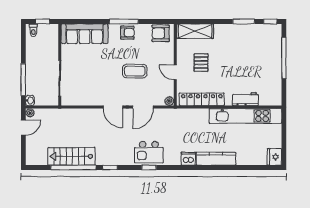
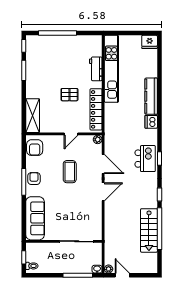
pallet: (201, 63) -> (69, 95), moved

